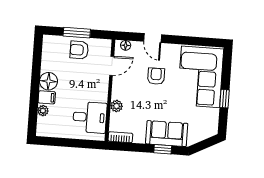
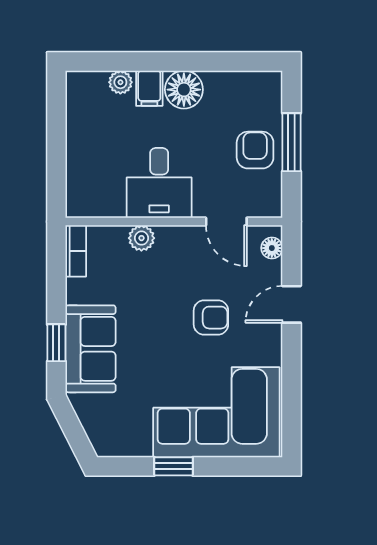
desk: (90, 117) -> (159, 183), moved

